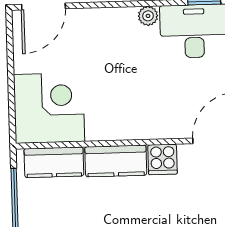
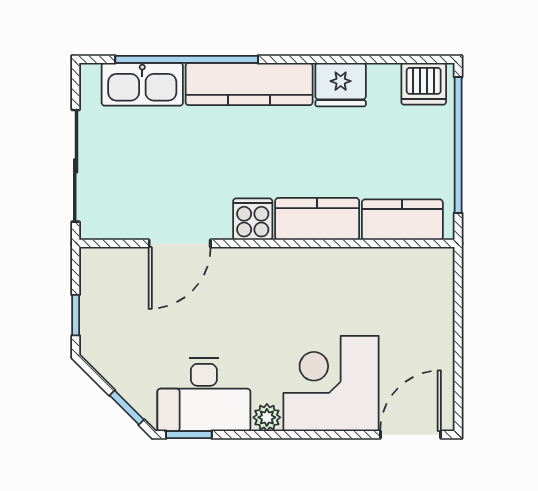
corner desk: (49, 108) -> (331, 383), moved, turned 90

